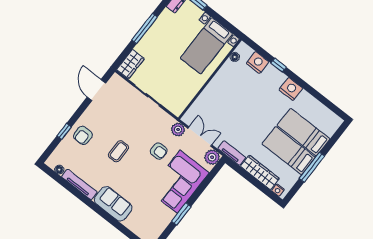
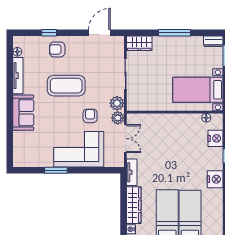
coffee table: (118, 151) -> (66, 86), width x1.86, depth x1.72
armchair: (159, 151) -> (90, 116), turned 180
plant: (212, 157) -> (117, 103), moved

